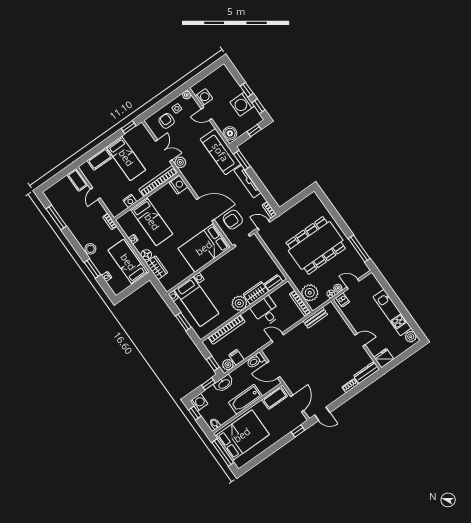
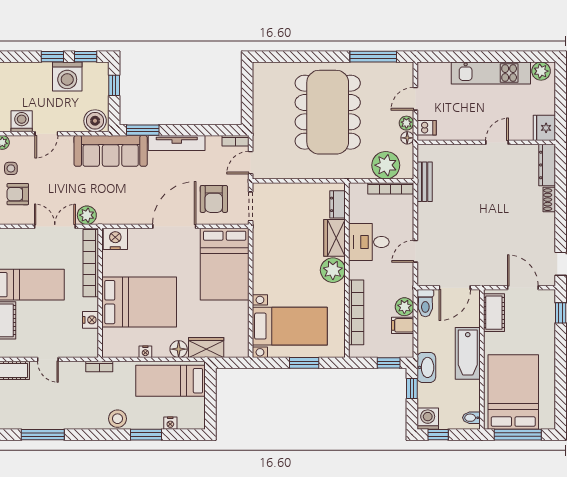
bed: (152, 222) -> (139, 302), width x1.50
plant: (228, 365) -> (404, 307), moved

